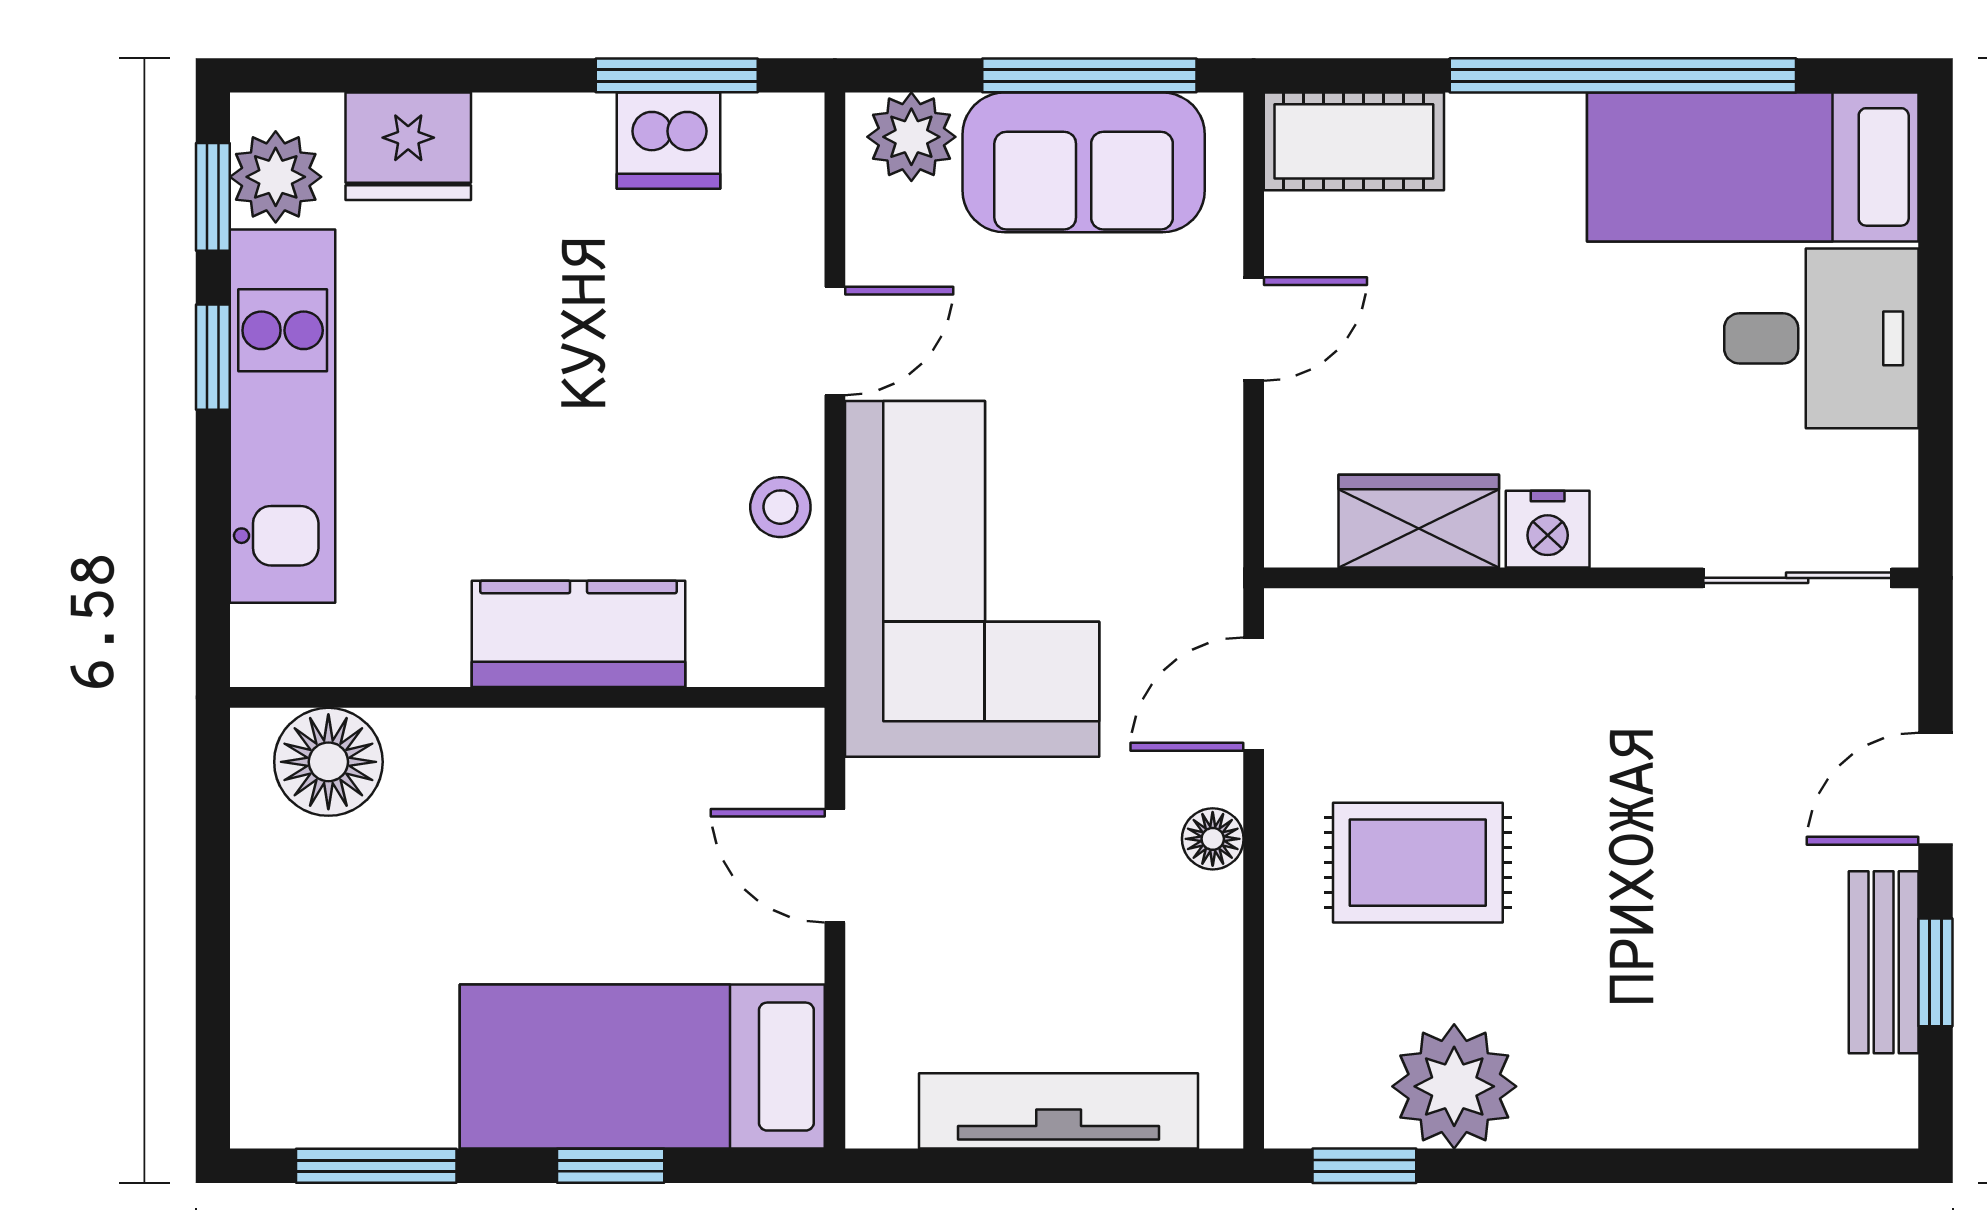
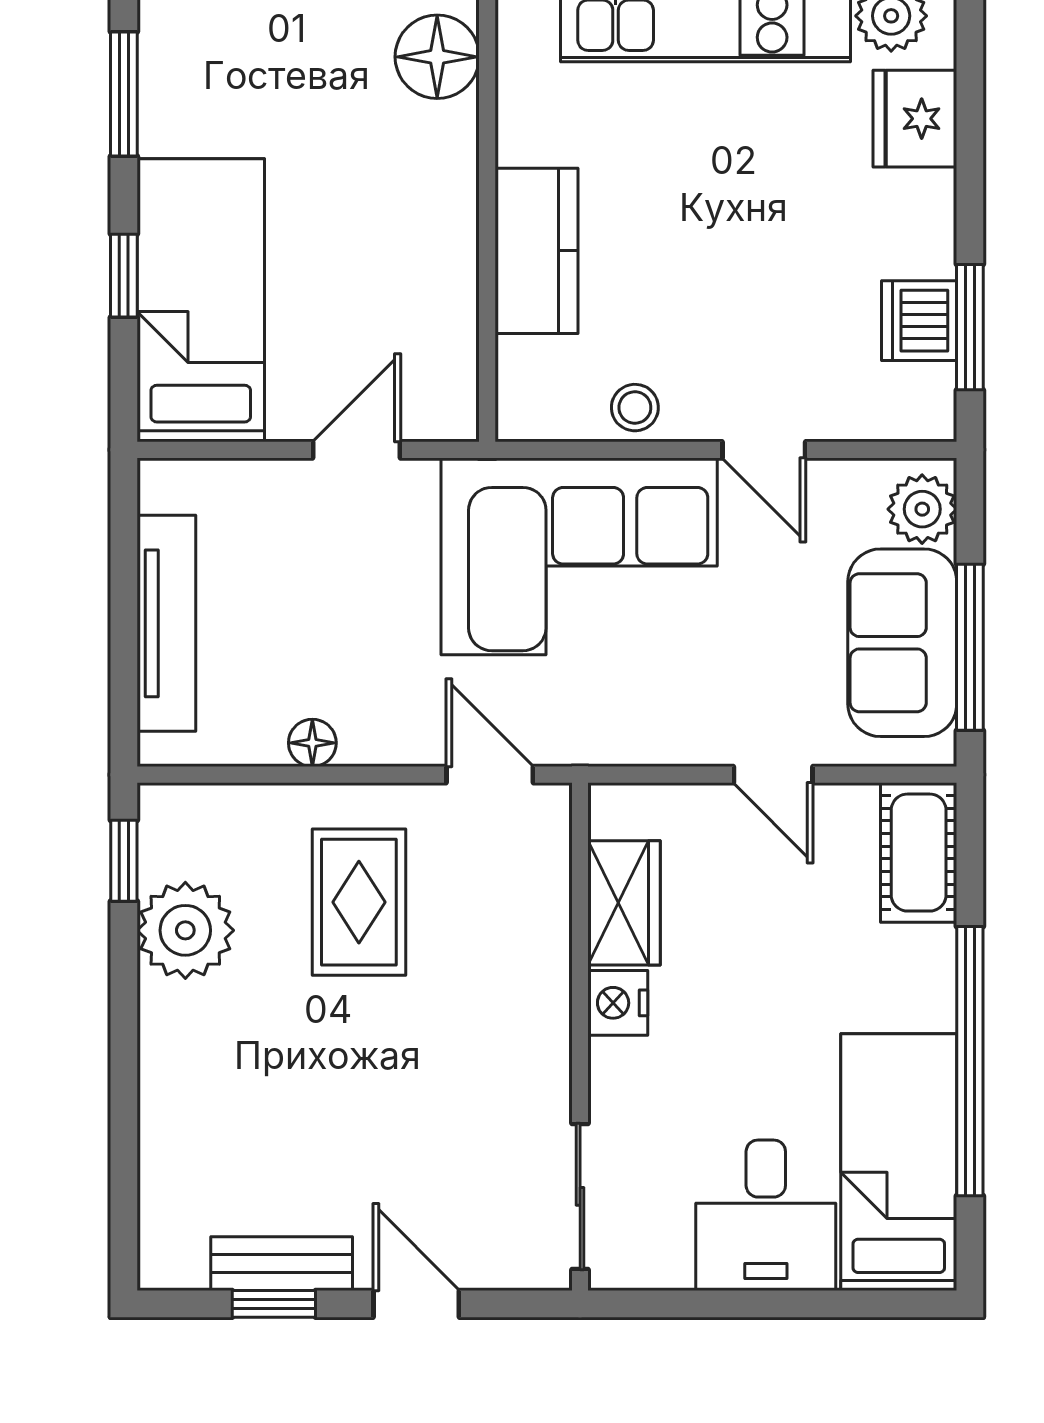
floor lamp: (1213, 839) -> (312, 743), moved

